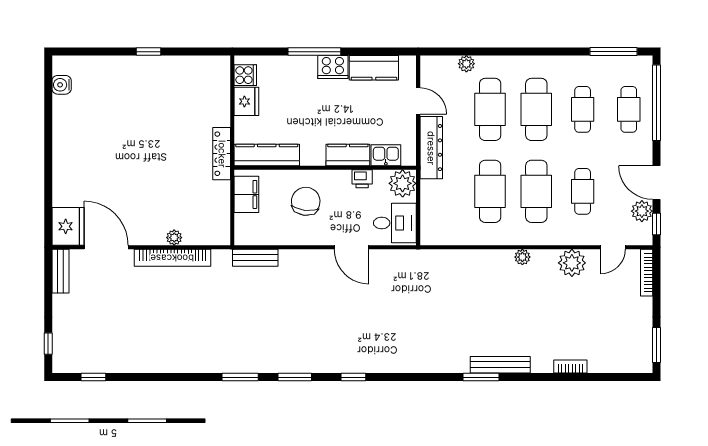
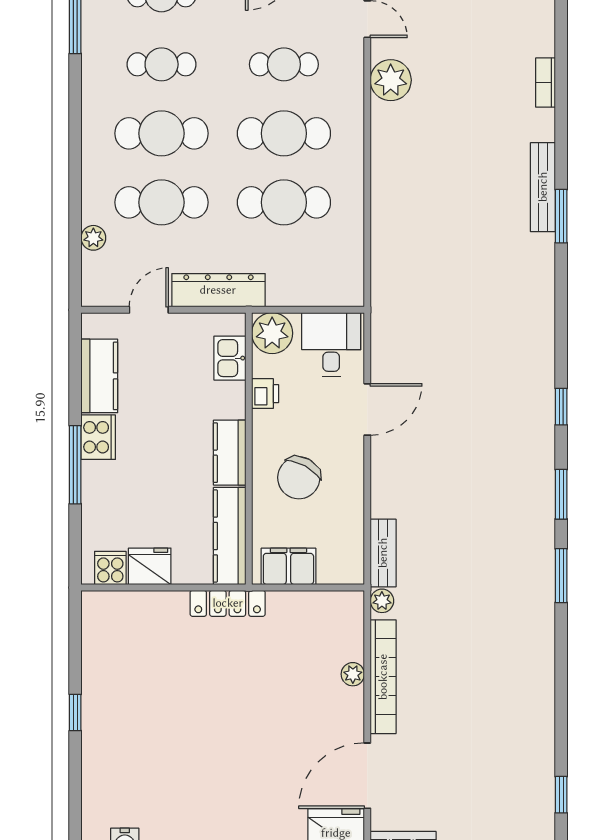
kitchen counter: (348, 155) -> (230, 453), moved
chair: (306, 201) -> (299, 478), turned -68
plant: (522, 257) -> (382, 601), moved

